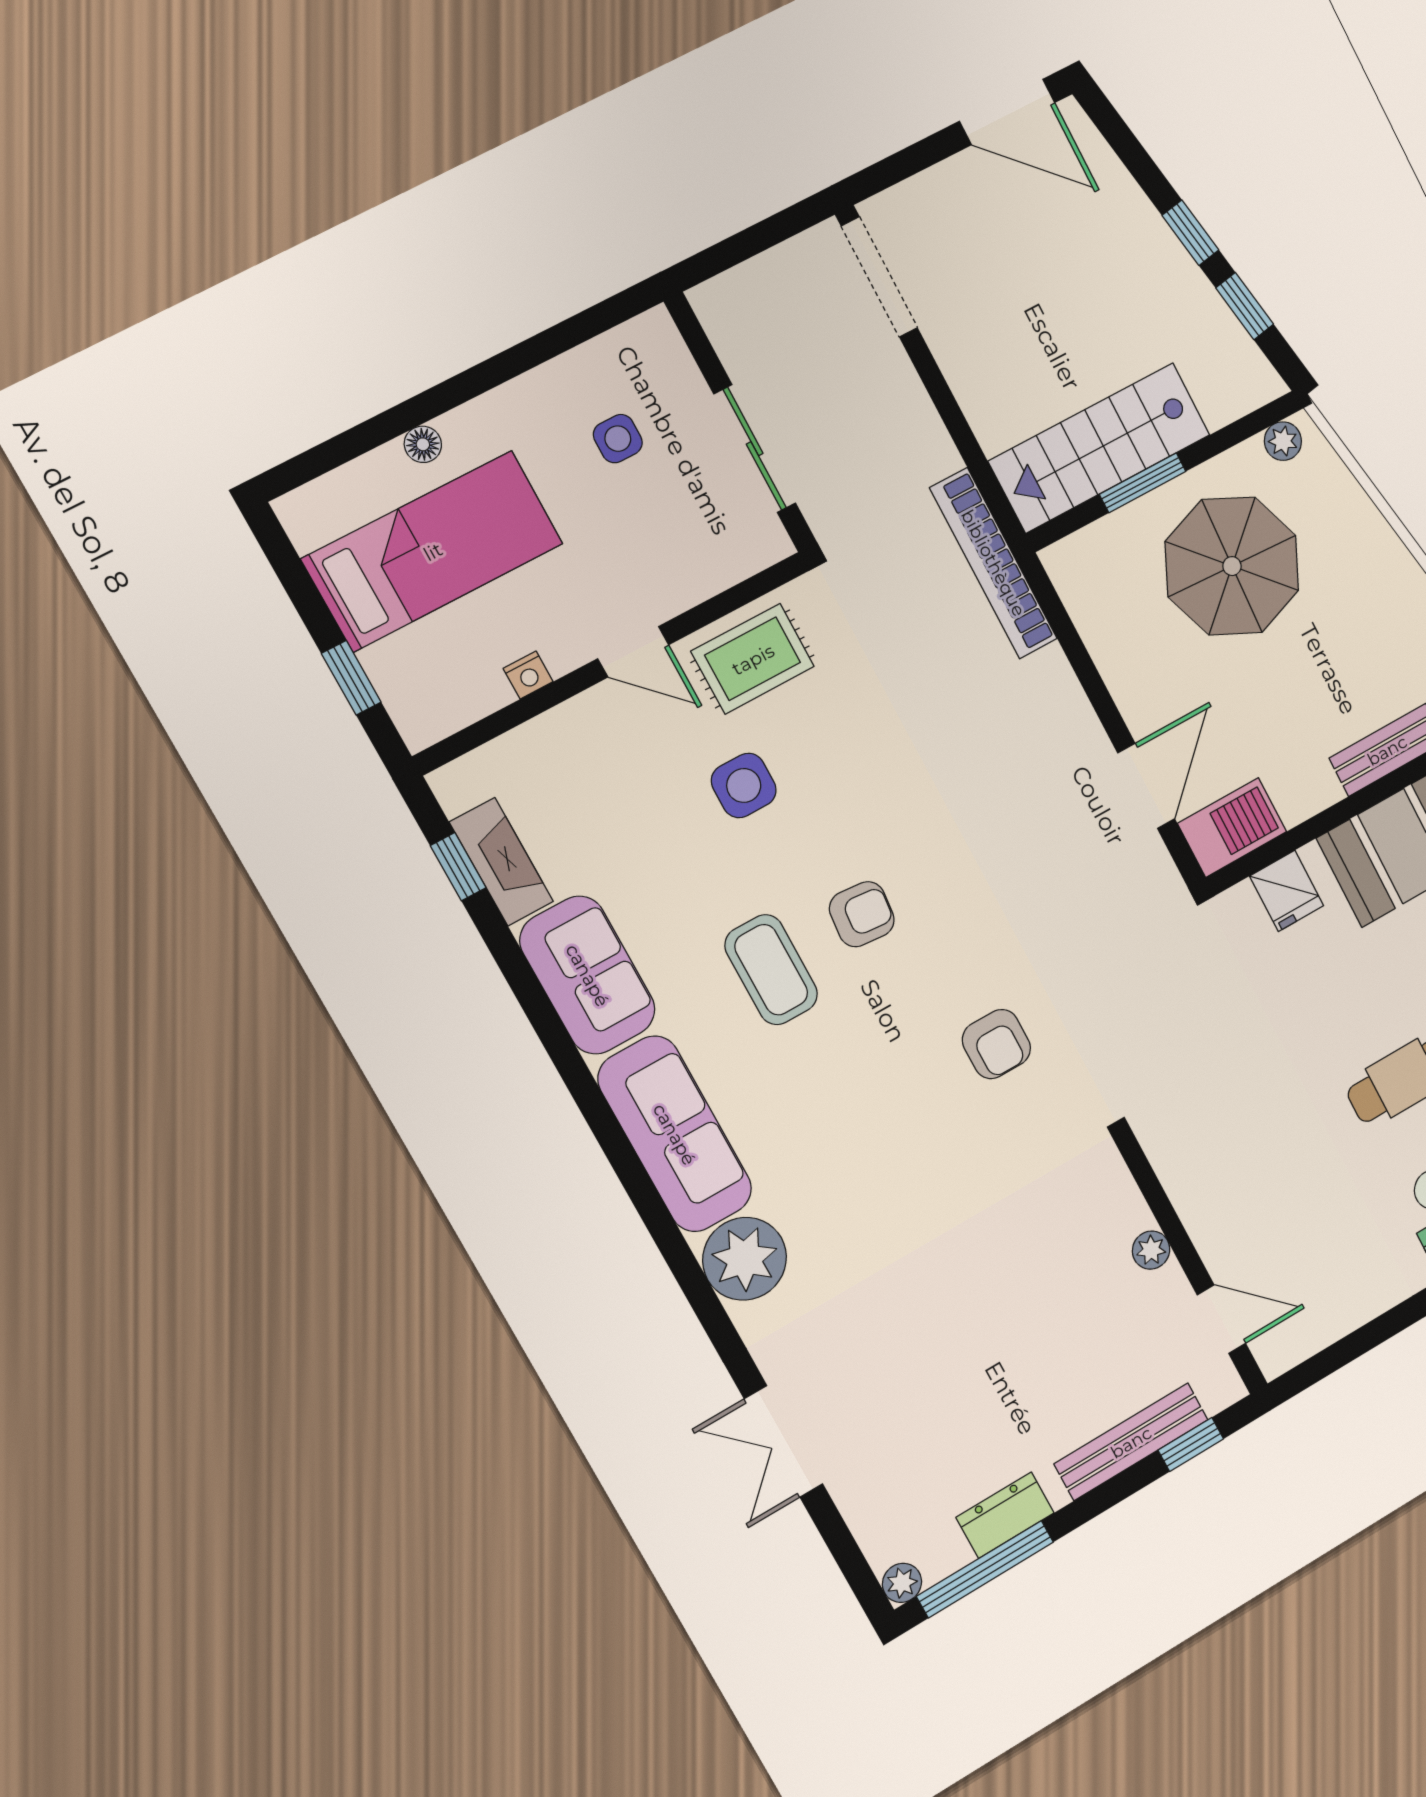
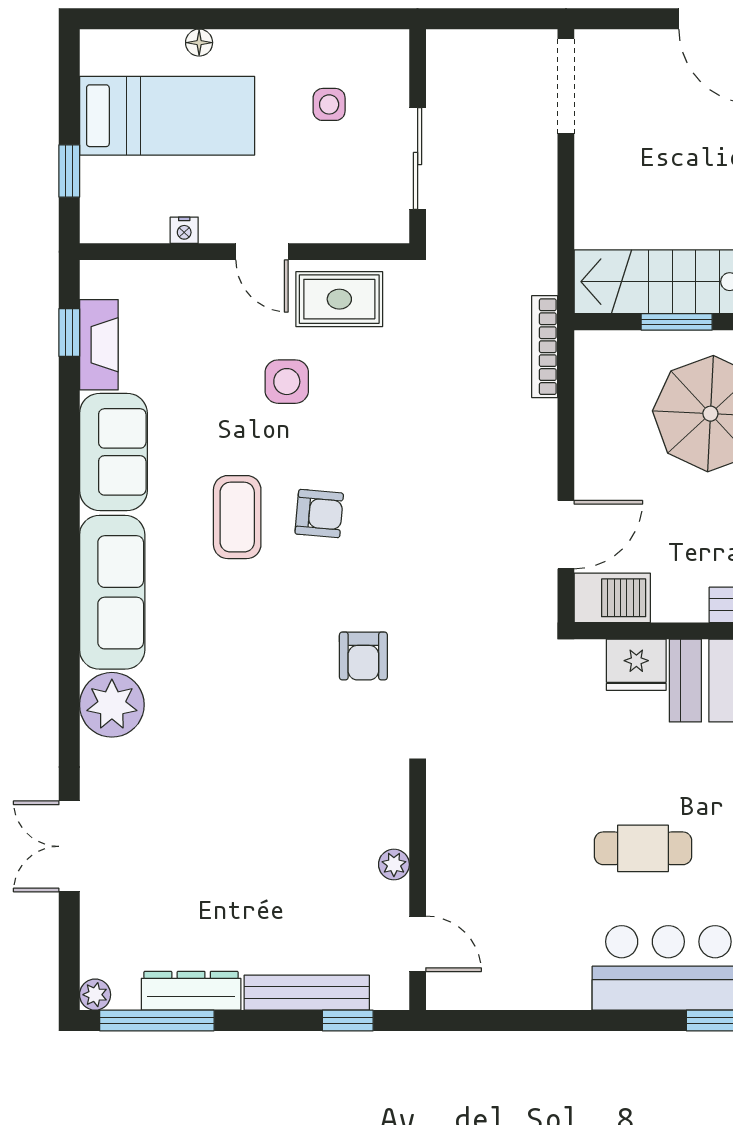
bookcase: (994, 563) -> (545, 347), width x0.68, depth x0.76
fridge: (1287, 891) -> (636, 665), width x1.38
dresser: (1005, 1515) -> (191, 991), width x1.44

